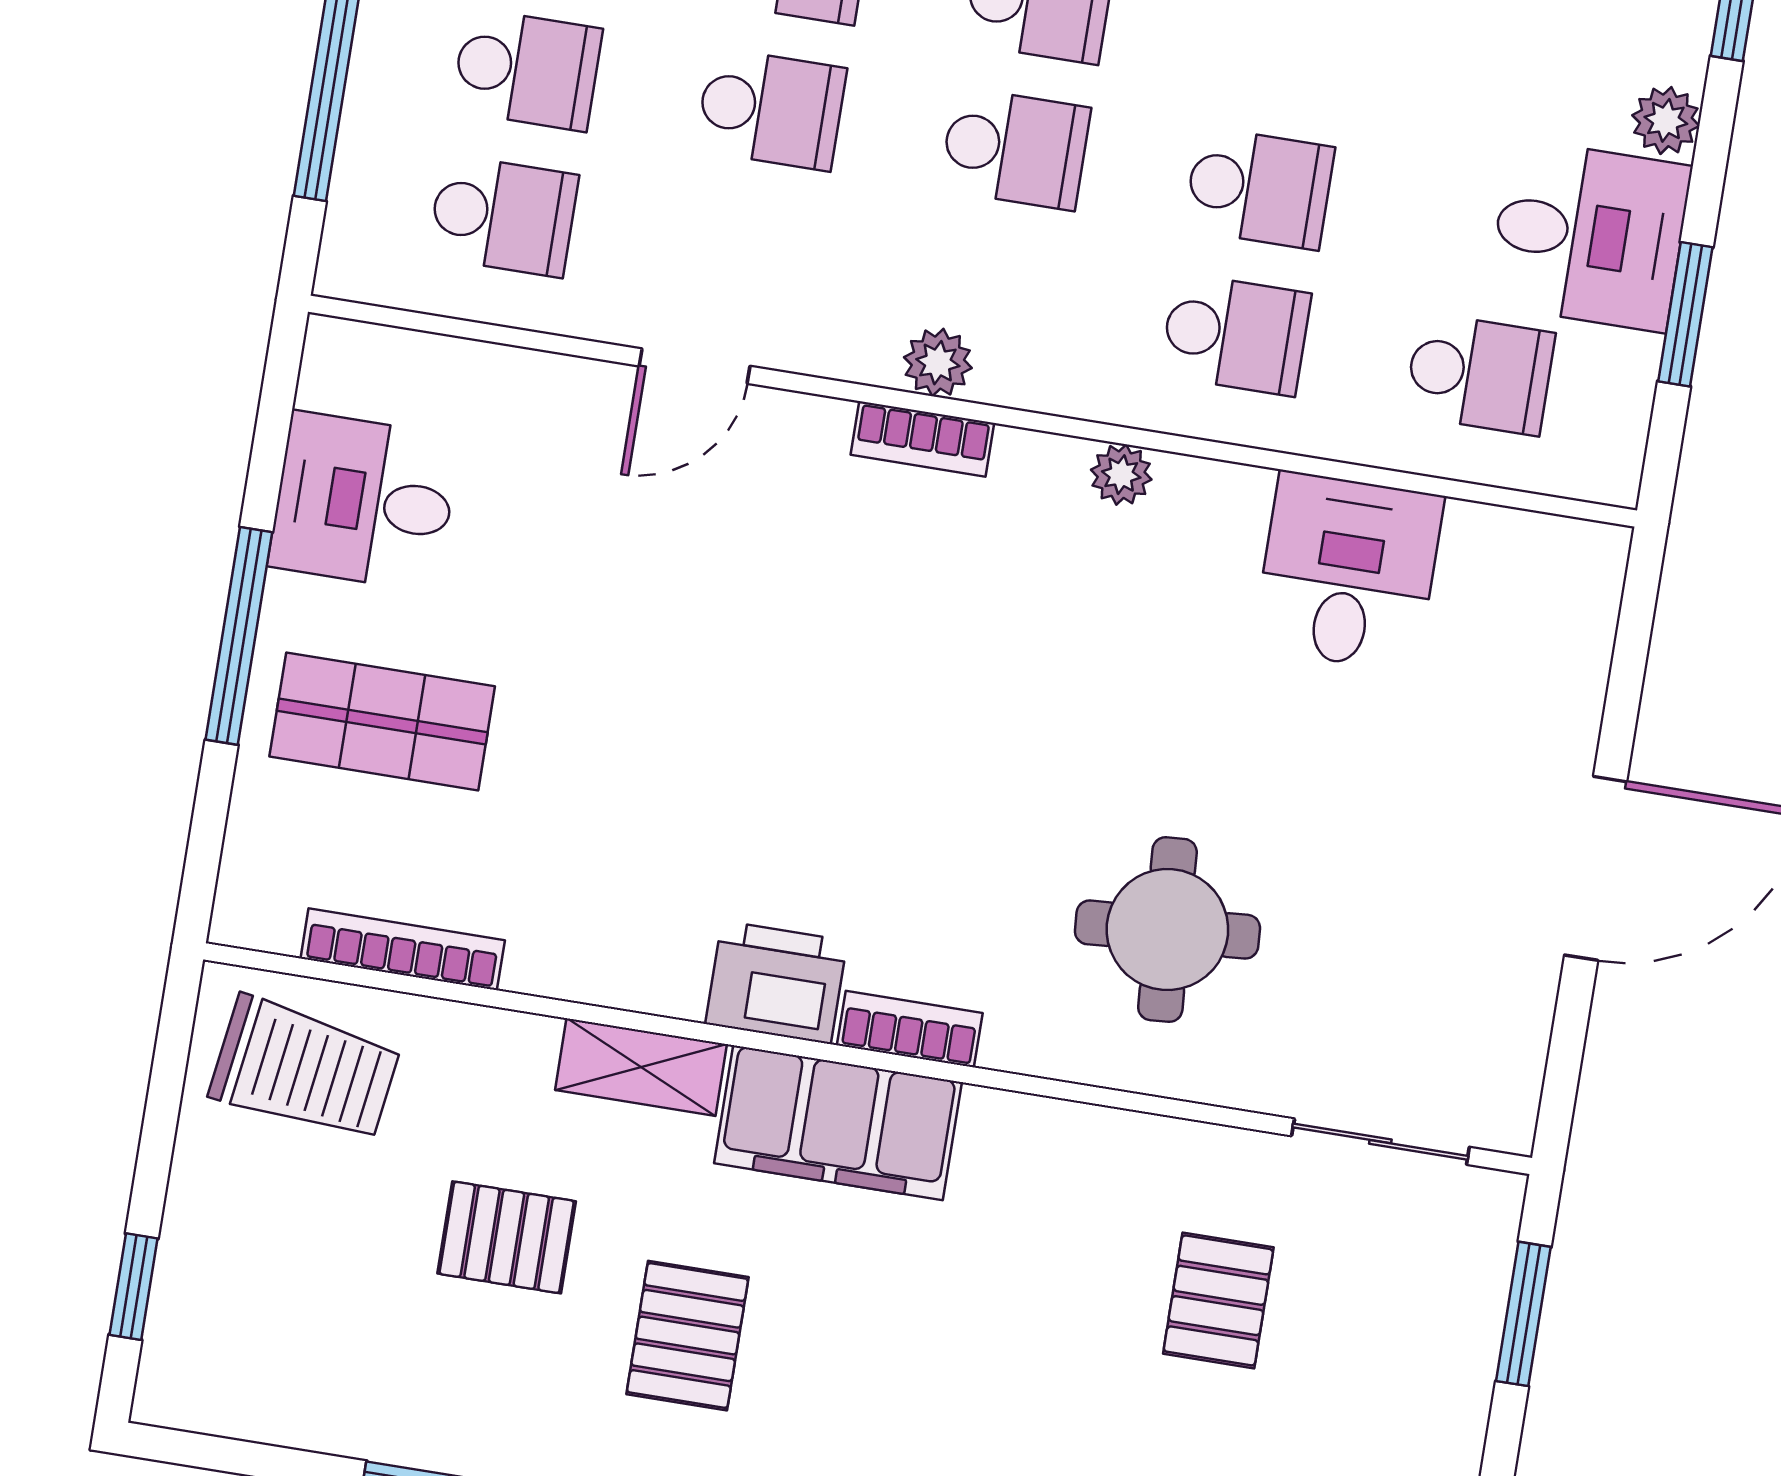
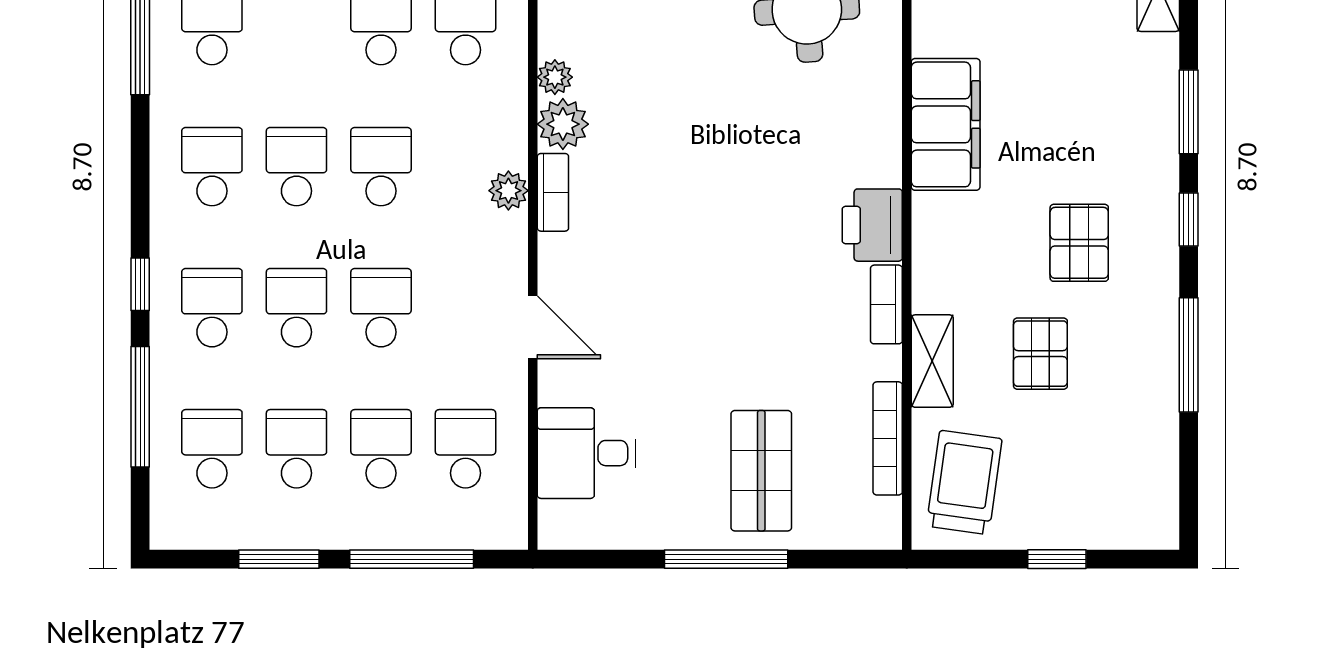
plant: (1038, 475) -> (563, 124), added
desk: (364, 501) -> (586, 453), moved, turned 90
bookcase: (910, 1029) -> (886, 304), moved
shelving: (641, 1067) -> (932, 361), moved
filing cabinet: (838, 1123) -> (946, 124), moved
window: (134, 1287) -> (1057, 559), moved
pallet: (688, 1336) -> (1079, 243), turned 90

